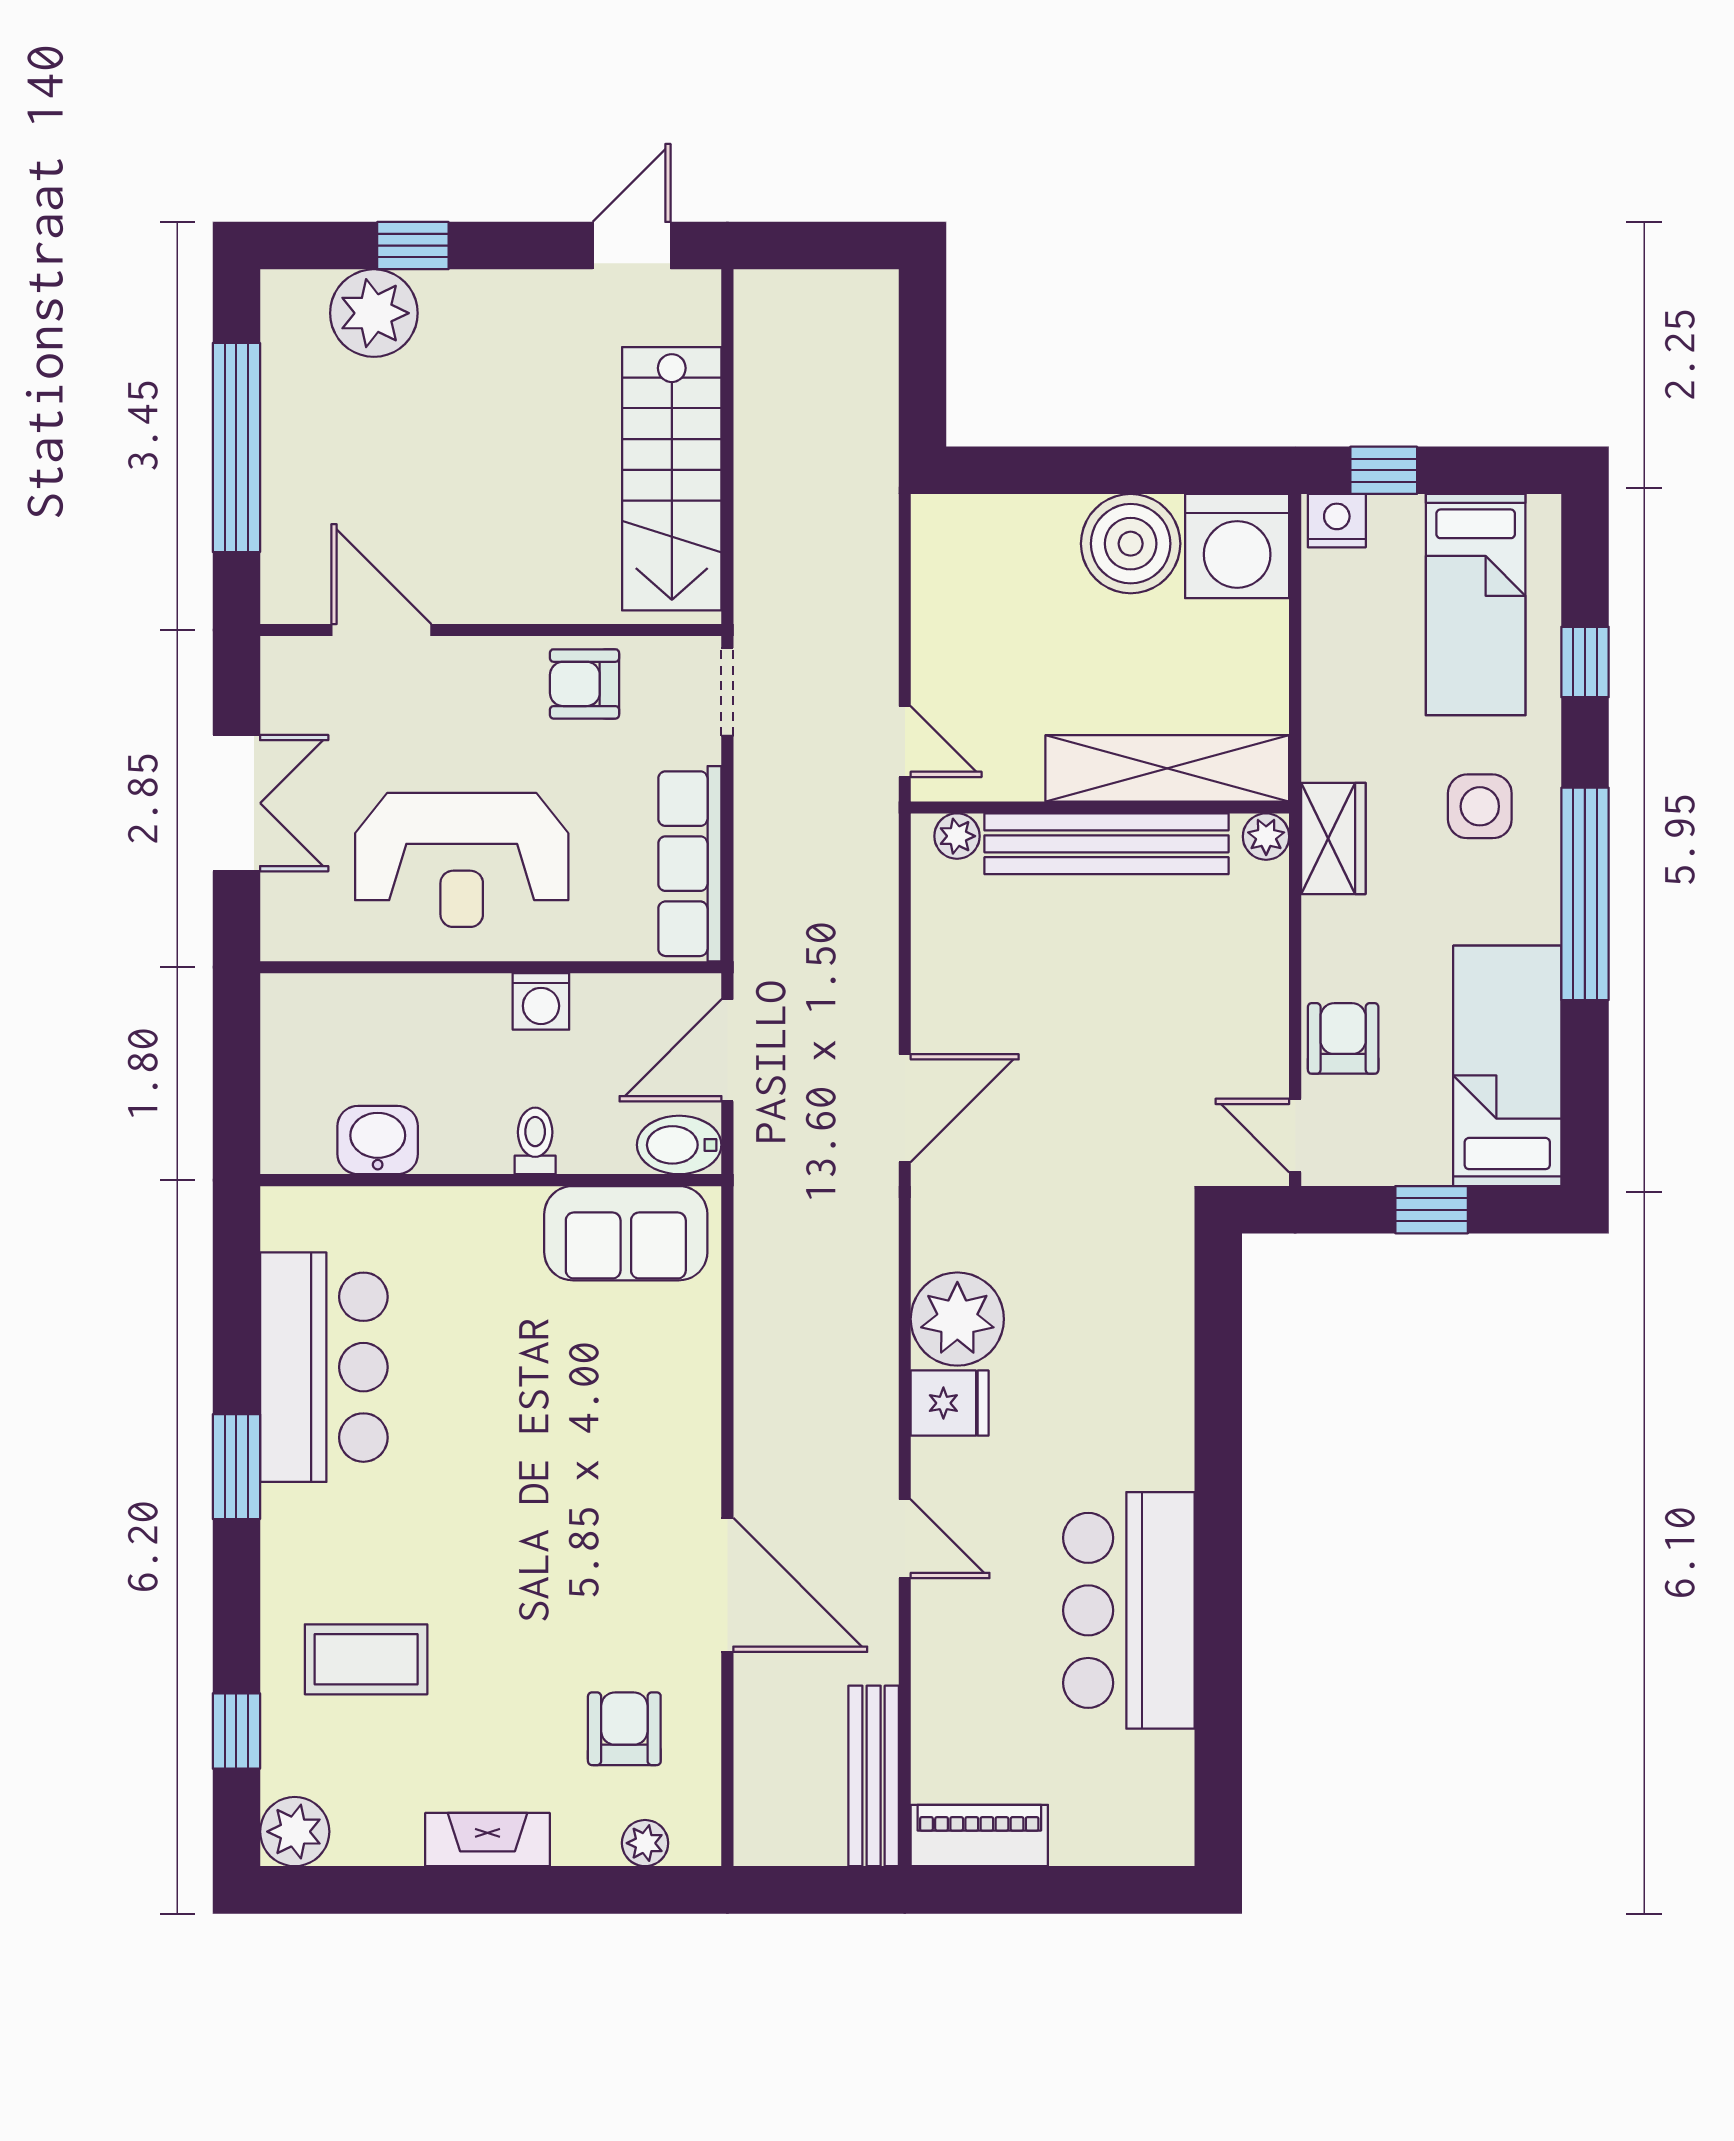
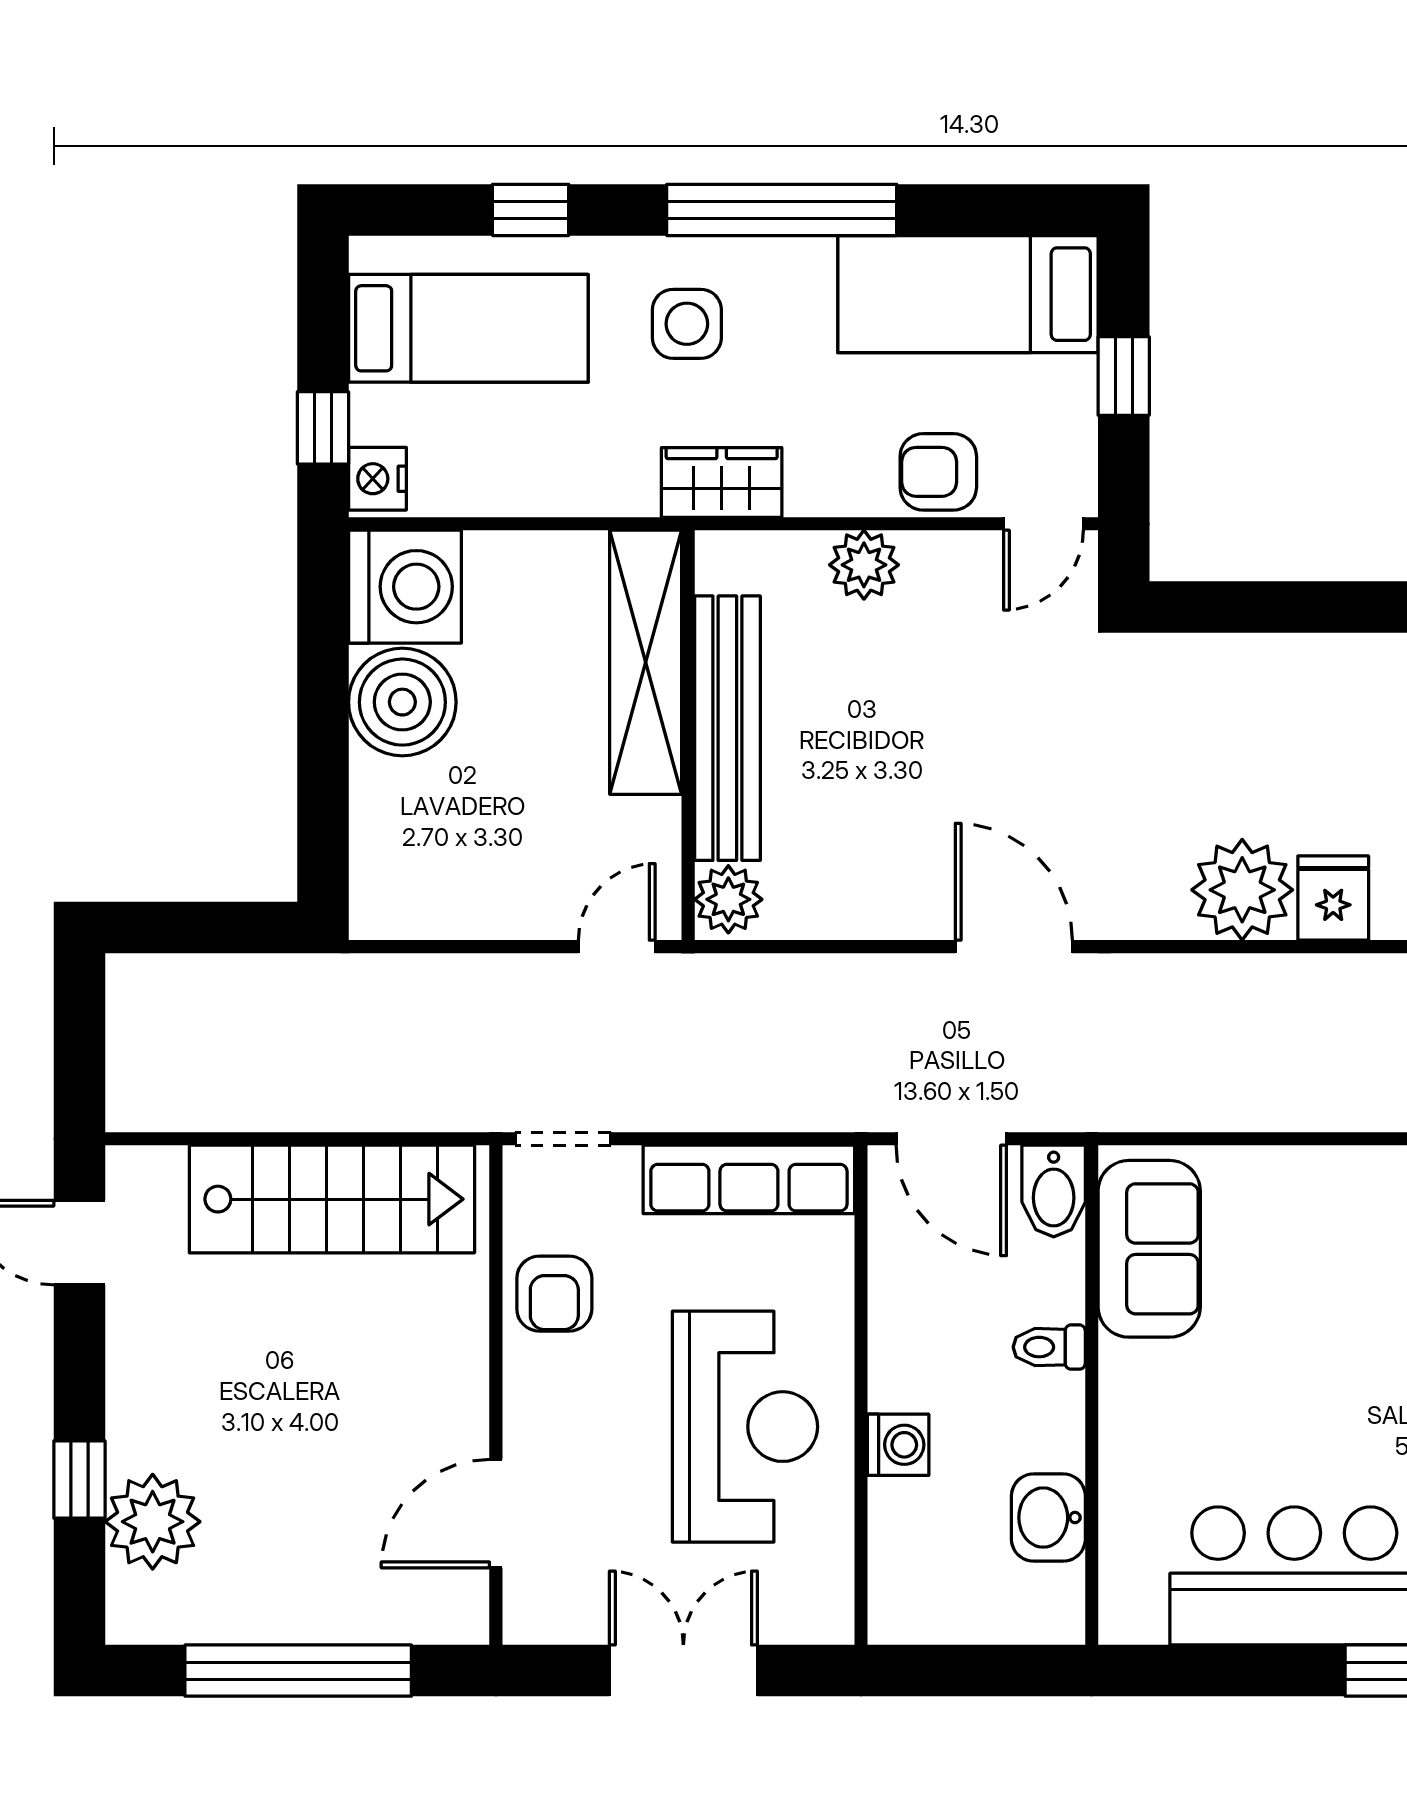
plant: (957, 836) -> (728, 899), width x1.38, depth x1.38
plant: (1266, 837) -> (864, 565), moved, width x1.38, depth x1.38
washing machine: (541, 1001) -> (898, 1445), moved

